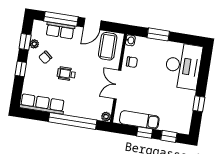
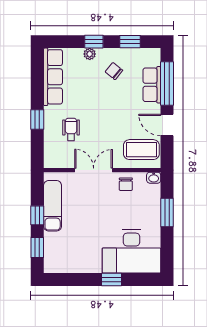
plant: (34, 44) -> (90, 54), moved
wheelchair: (66, 74) -> (71, 129), moved
window: (199, 104) -> (111, 279), moved
plant: (106, 117) -> (50, 162), removed
window: (73, 121) -> (37, 120), width x0.32

